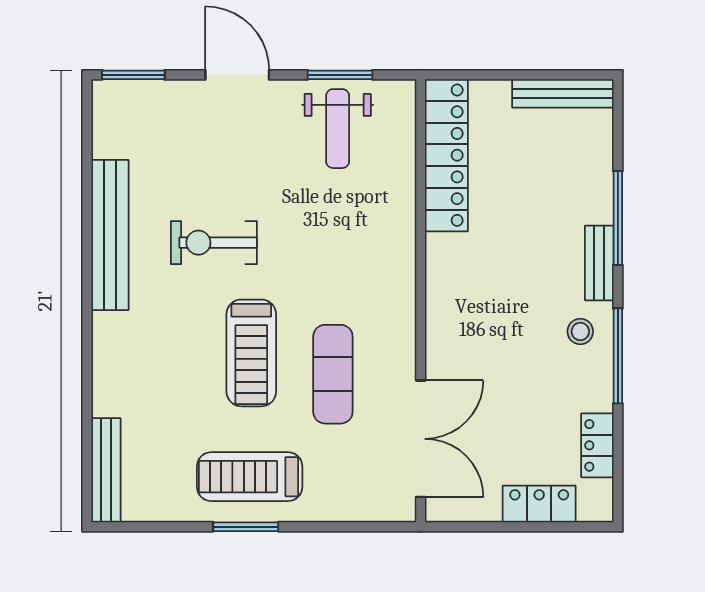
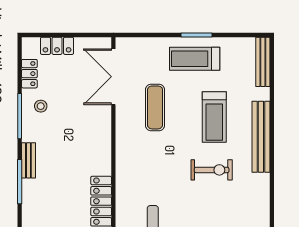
bench: (110, 235) -> (261, 137), moved
stool: (580, 331) -> (41, 106), moved
treadmill: (251, 353) -> (214, 117), moved, turned 180
treadmill: (250, 477) -> (195, 59), turned 180

